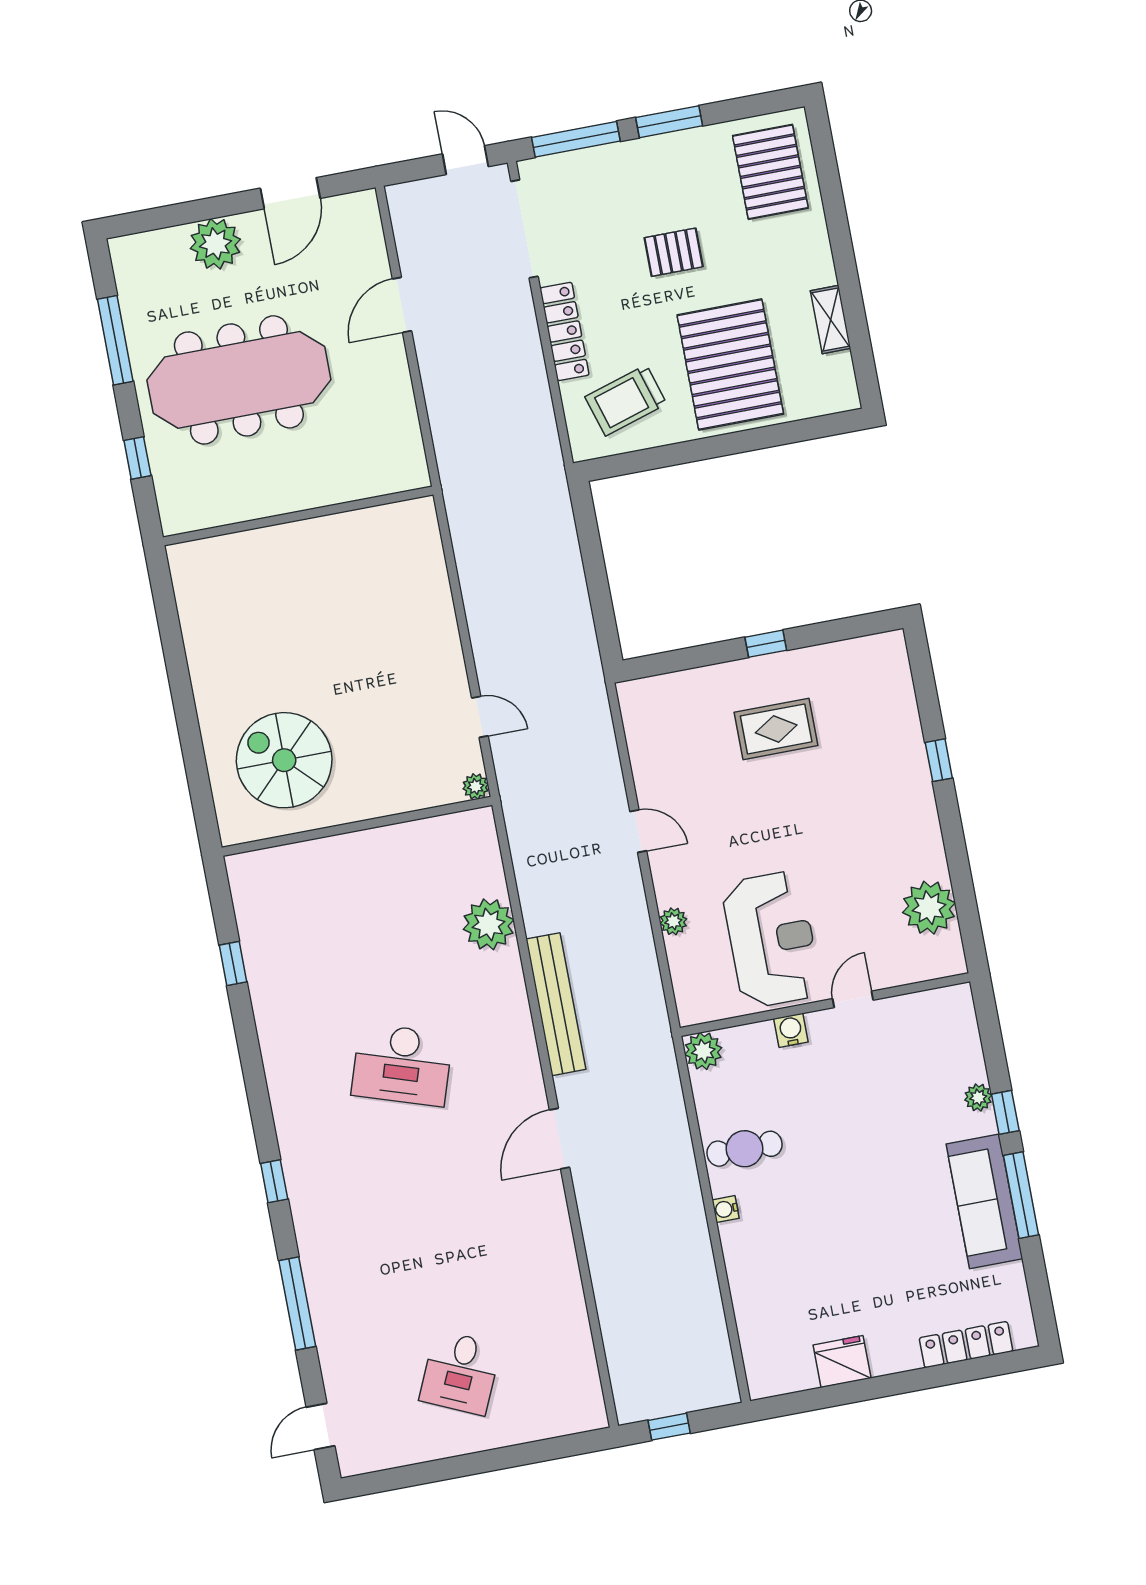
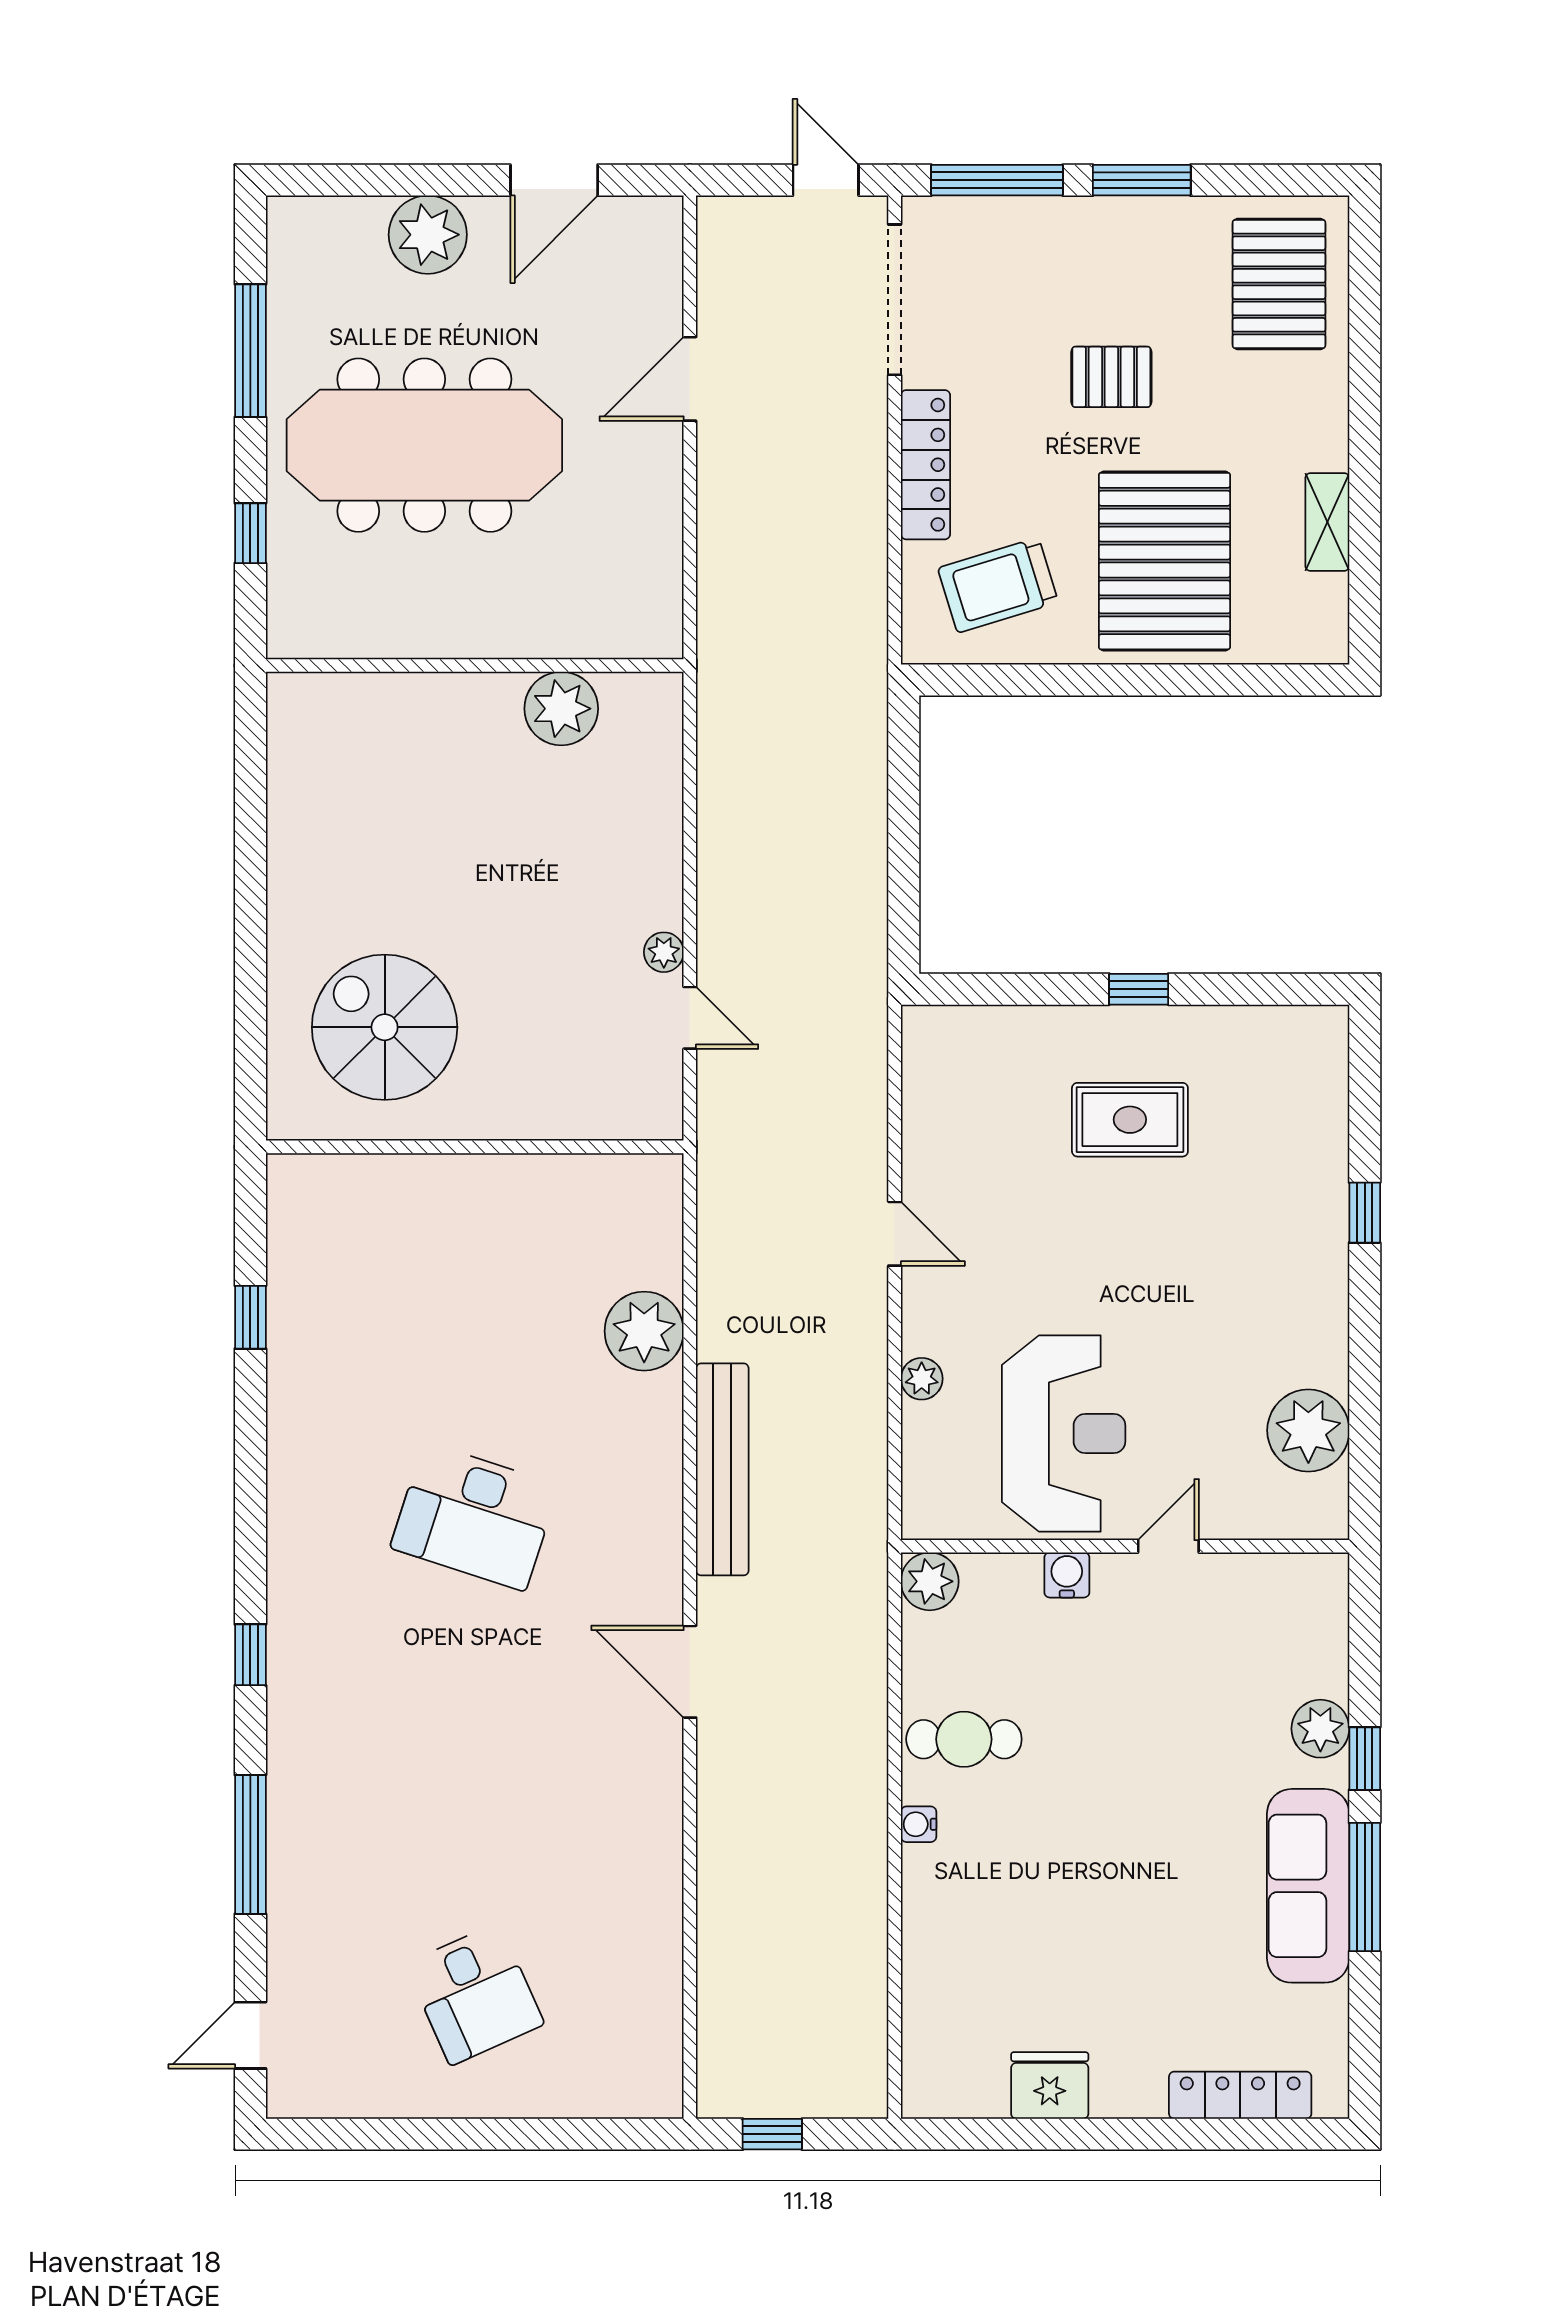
plant: (359, 533) -> (561, 709), added
plant: (476, 787) -> (664, 952), moved
plant: (978, 1098) -> (1320, 1729), width x1.38, depth x1.38
door: (560, 1139) -> (690, 1672), hinge flipped
desk: (460, 1373) -> (475, 1994), turned -48

